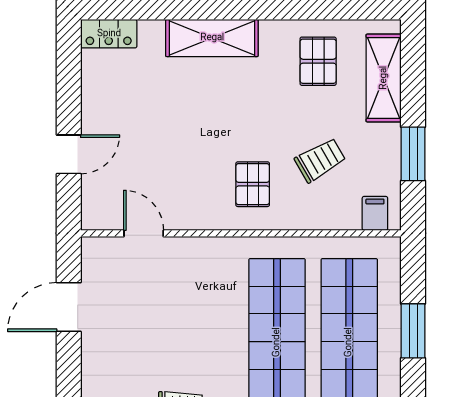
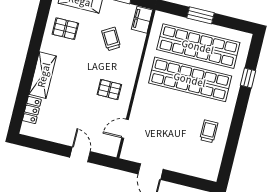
locker: (109, 34) -> (32, 110), moved
pallet: (253, 184) -> (109, 90), moved
filing cabinet: (375, 213) -> (142, 20), width x2.00

